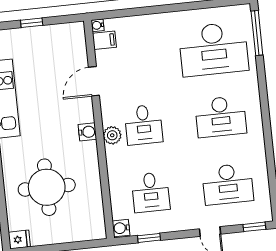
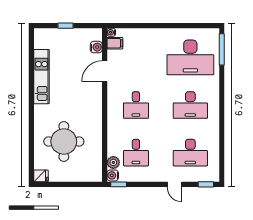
water cooler: (87, 132) -> (96, 47), moved
plant: (112, 135) -> (113, 162), moved
window: (149, 238) -> (119, 184), moved

